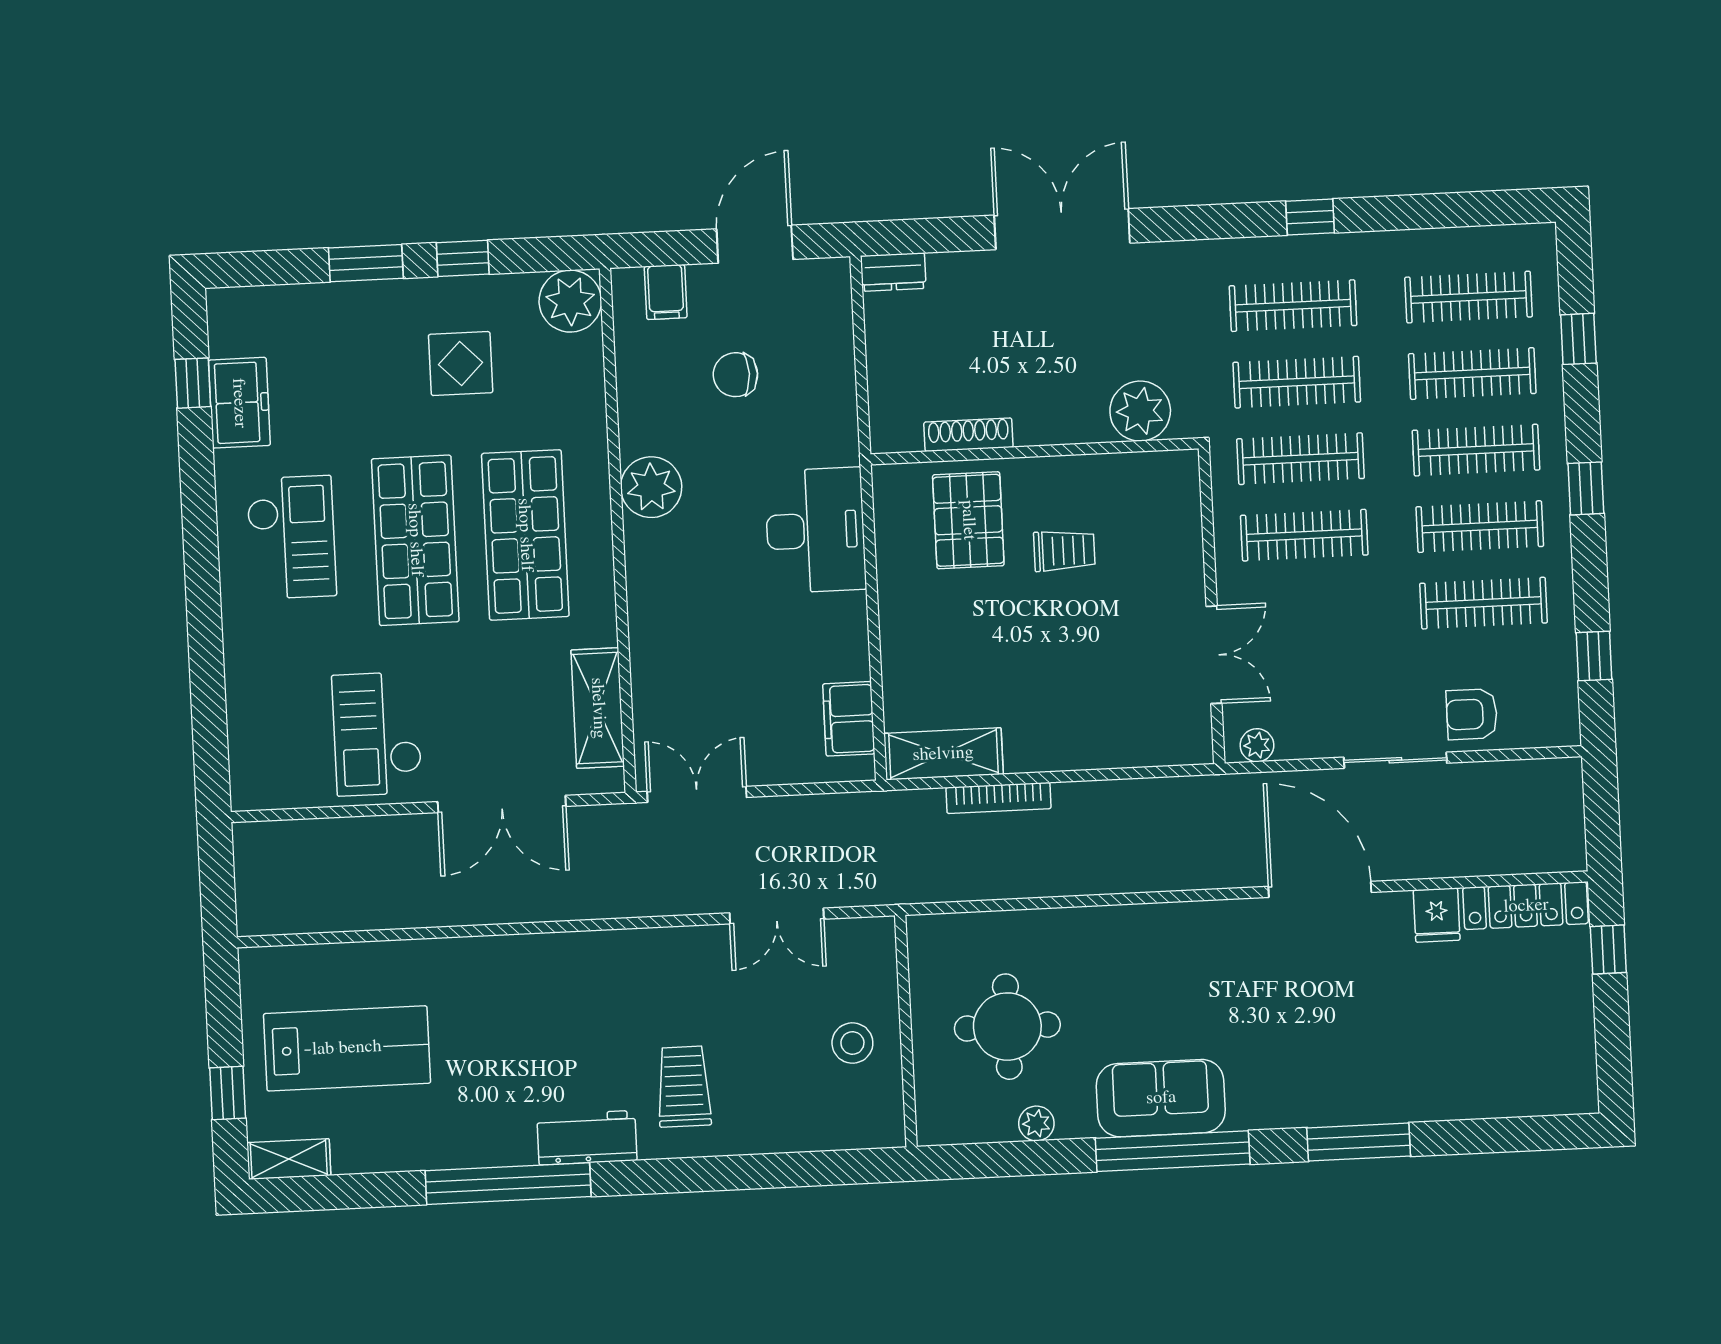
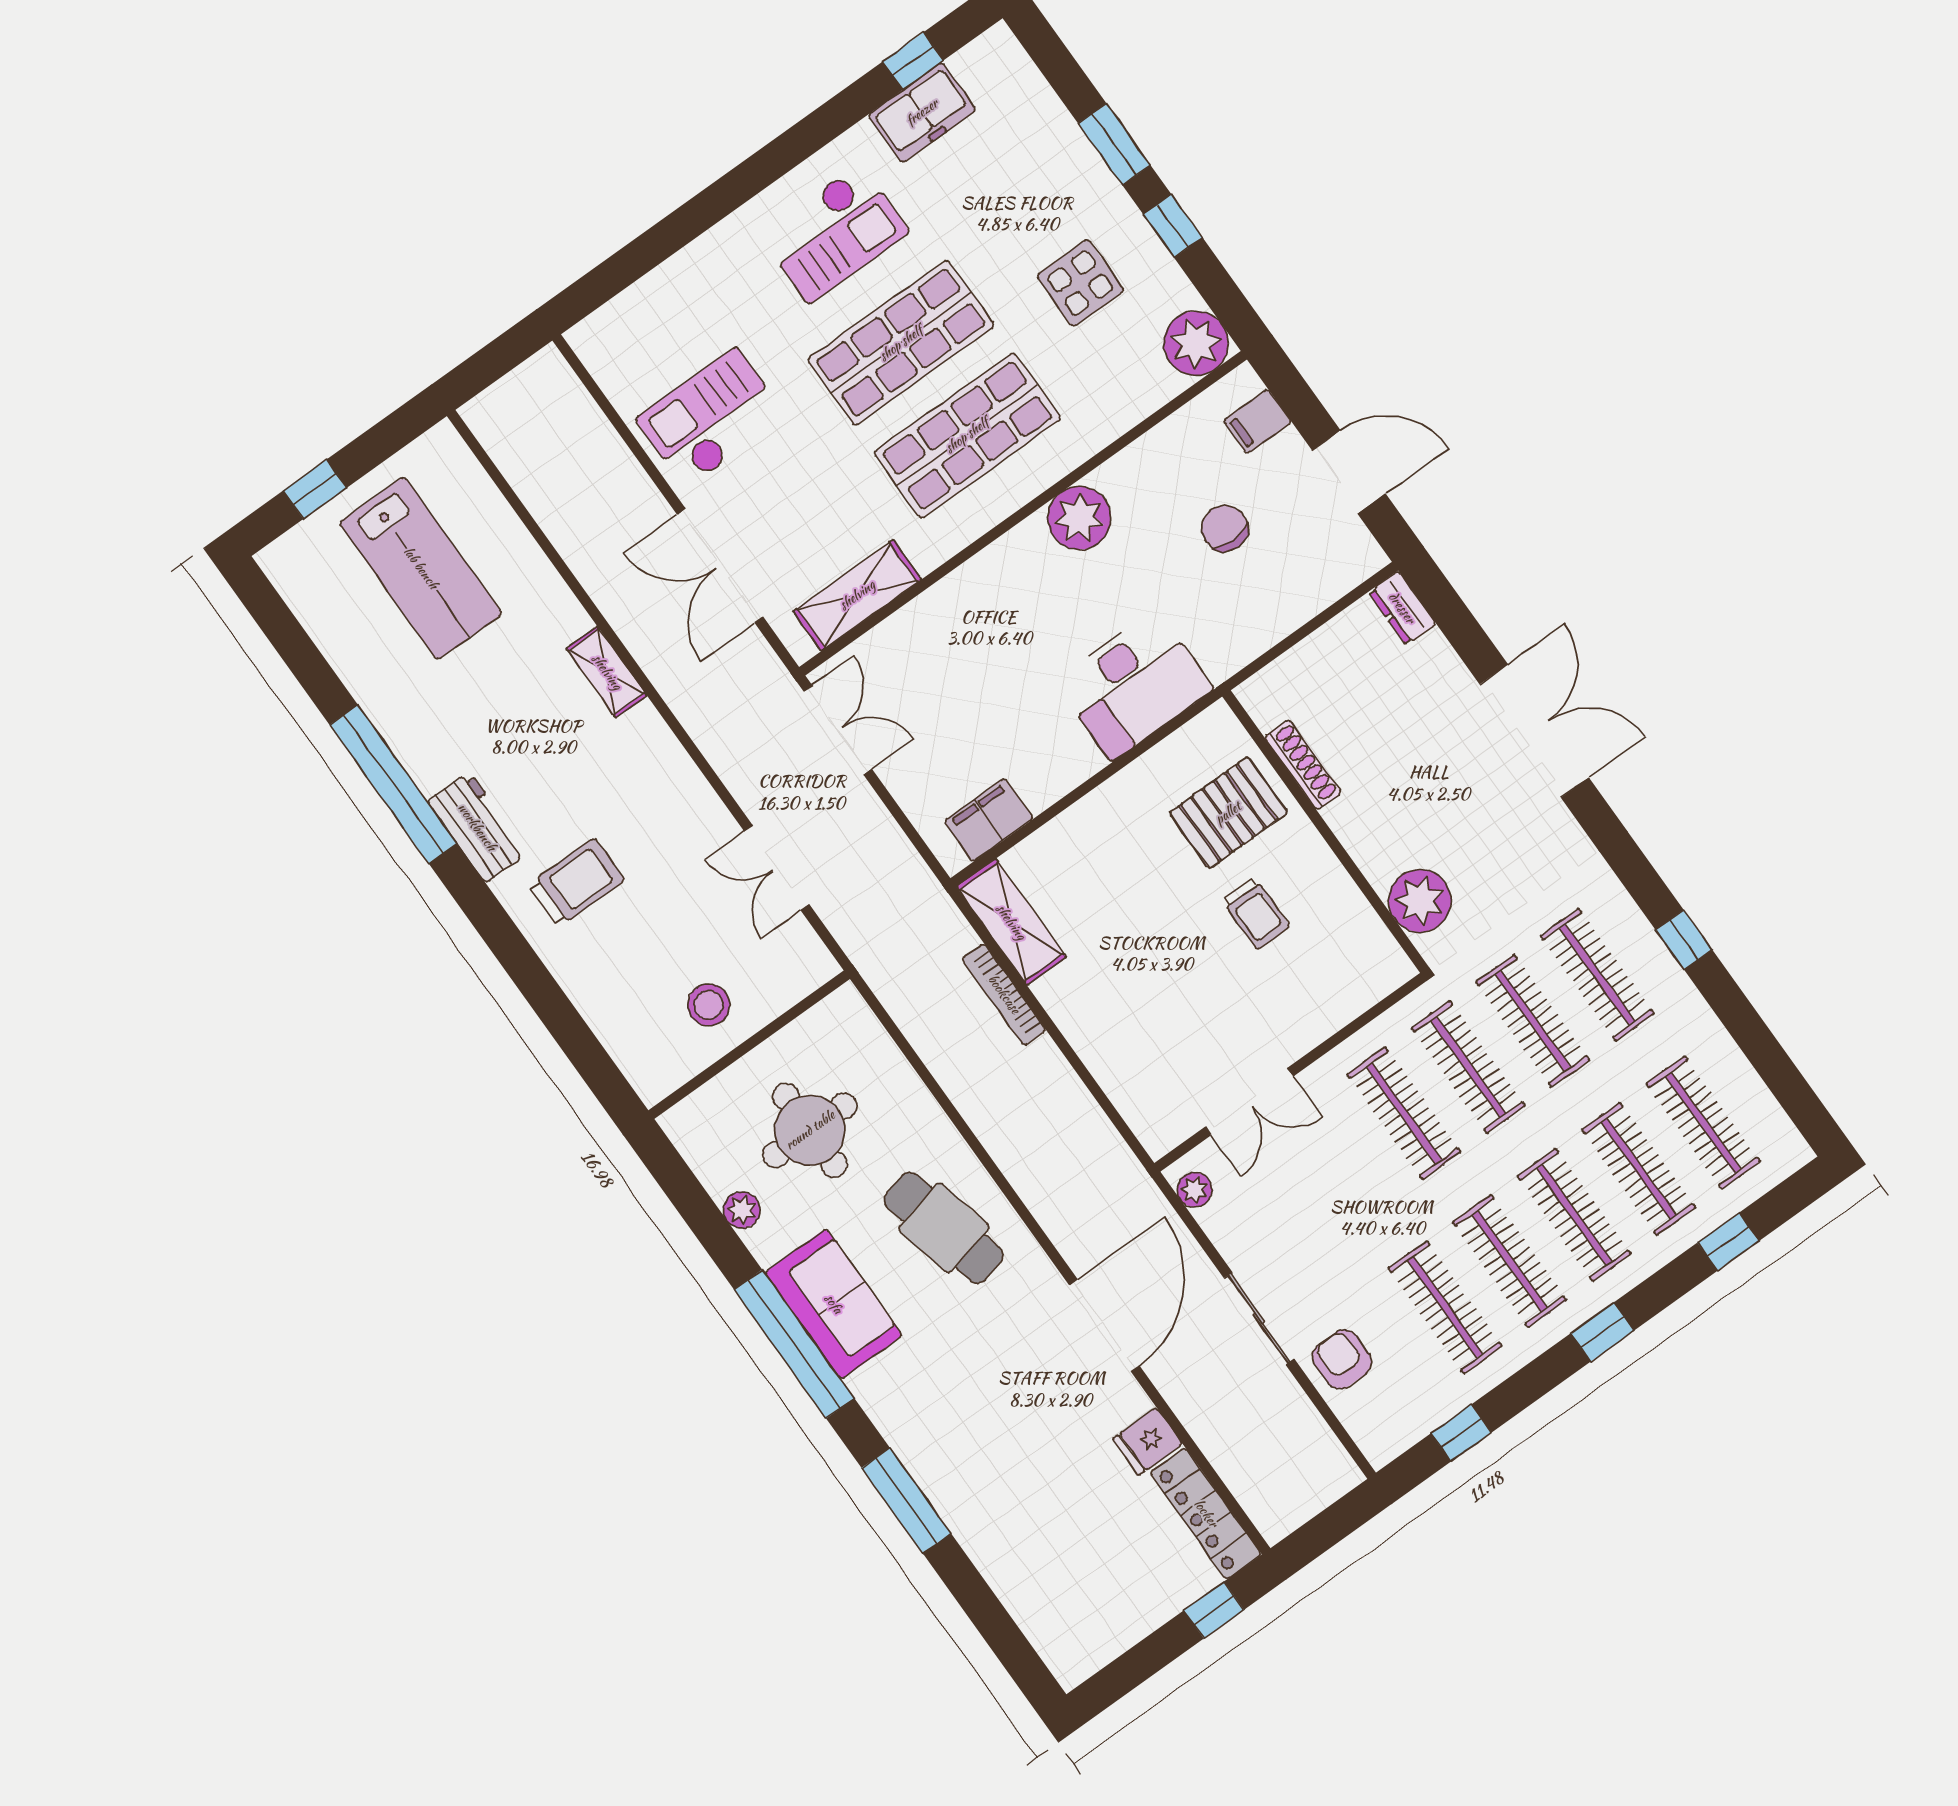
cafe table: (1157, 969) -> (944, 1228), added
shelving: (289, 1159) -> (607, 672), moved

